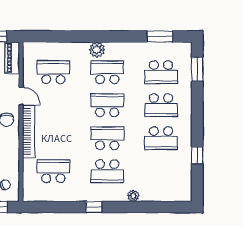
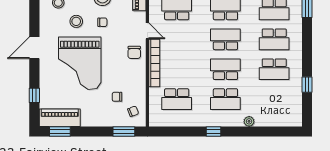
school desk: (53, 171) -> (177, 99), turned 180

